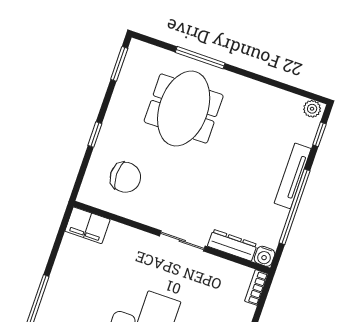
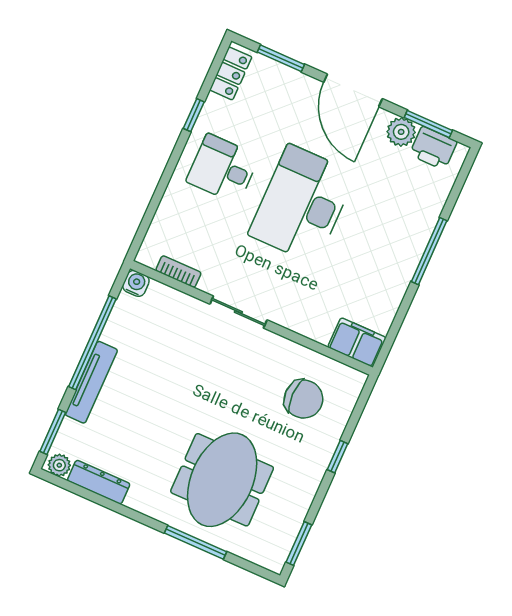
window: (319, 134) -> (53, 432), width x1.50
chair: (125, 177) -> (303, 399), turned 180
dresser: (232, 245) -> (99, 482), moved, turned 180
bookcase: (256, 287) -> (178, 272), moved, turned -90

